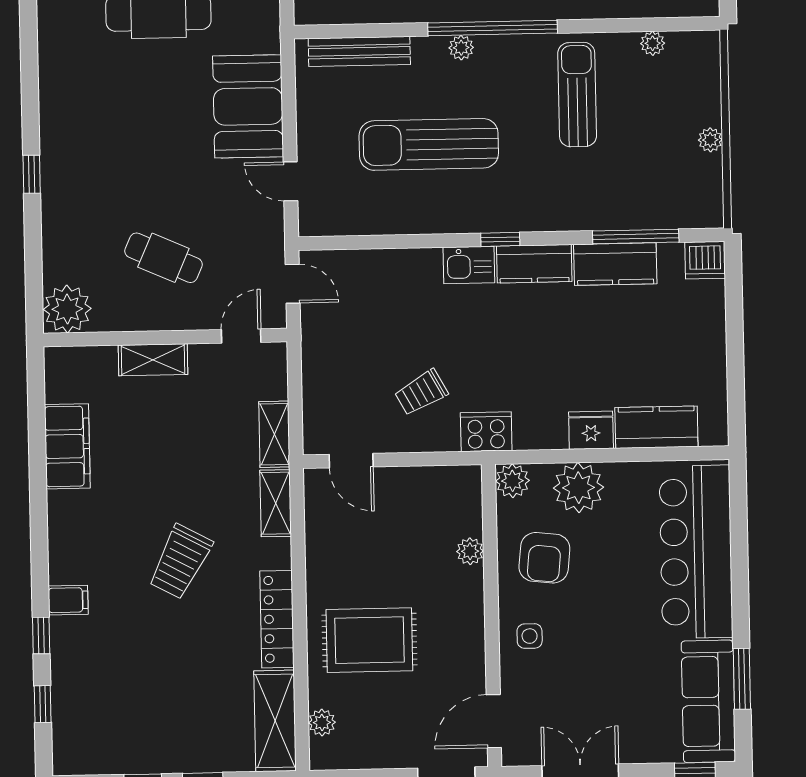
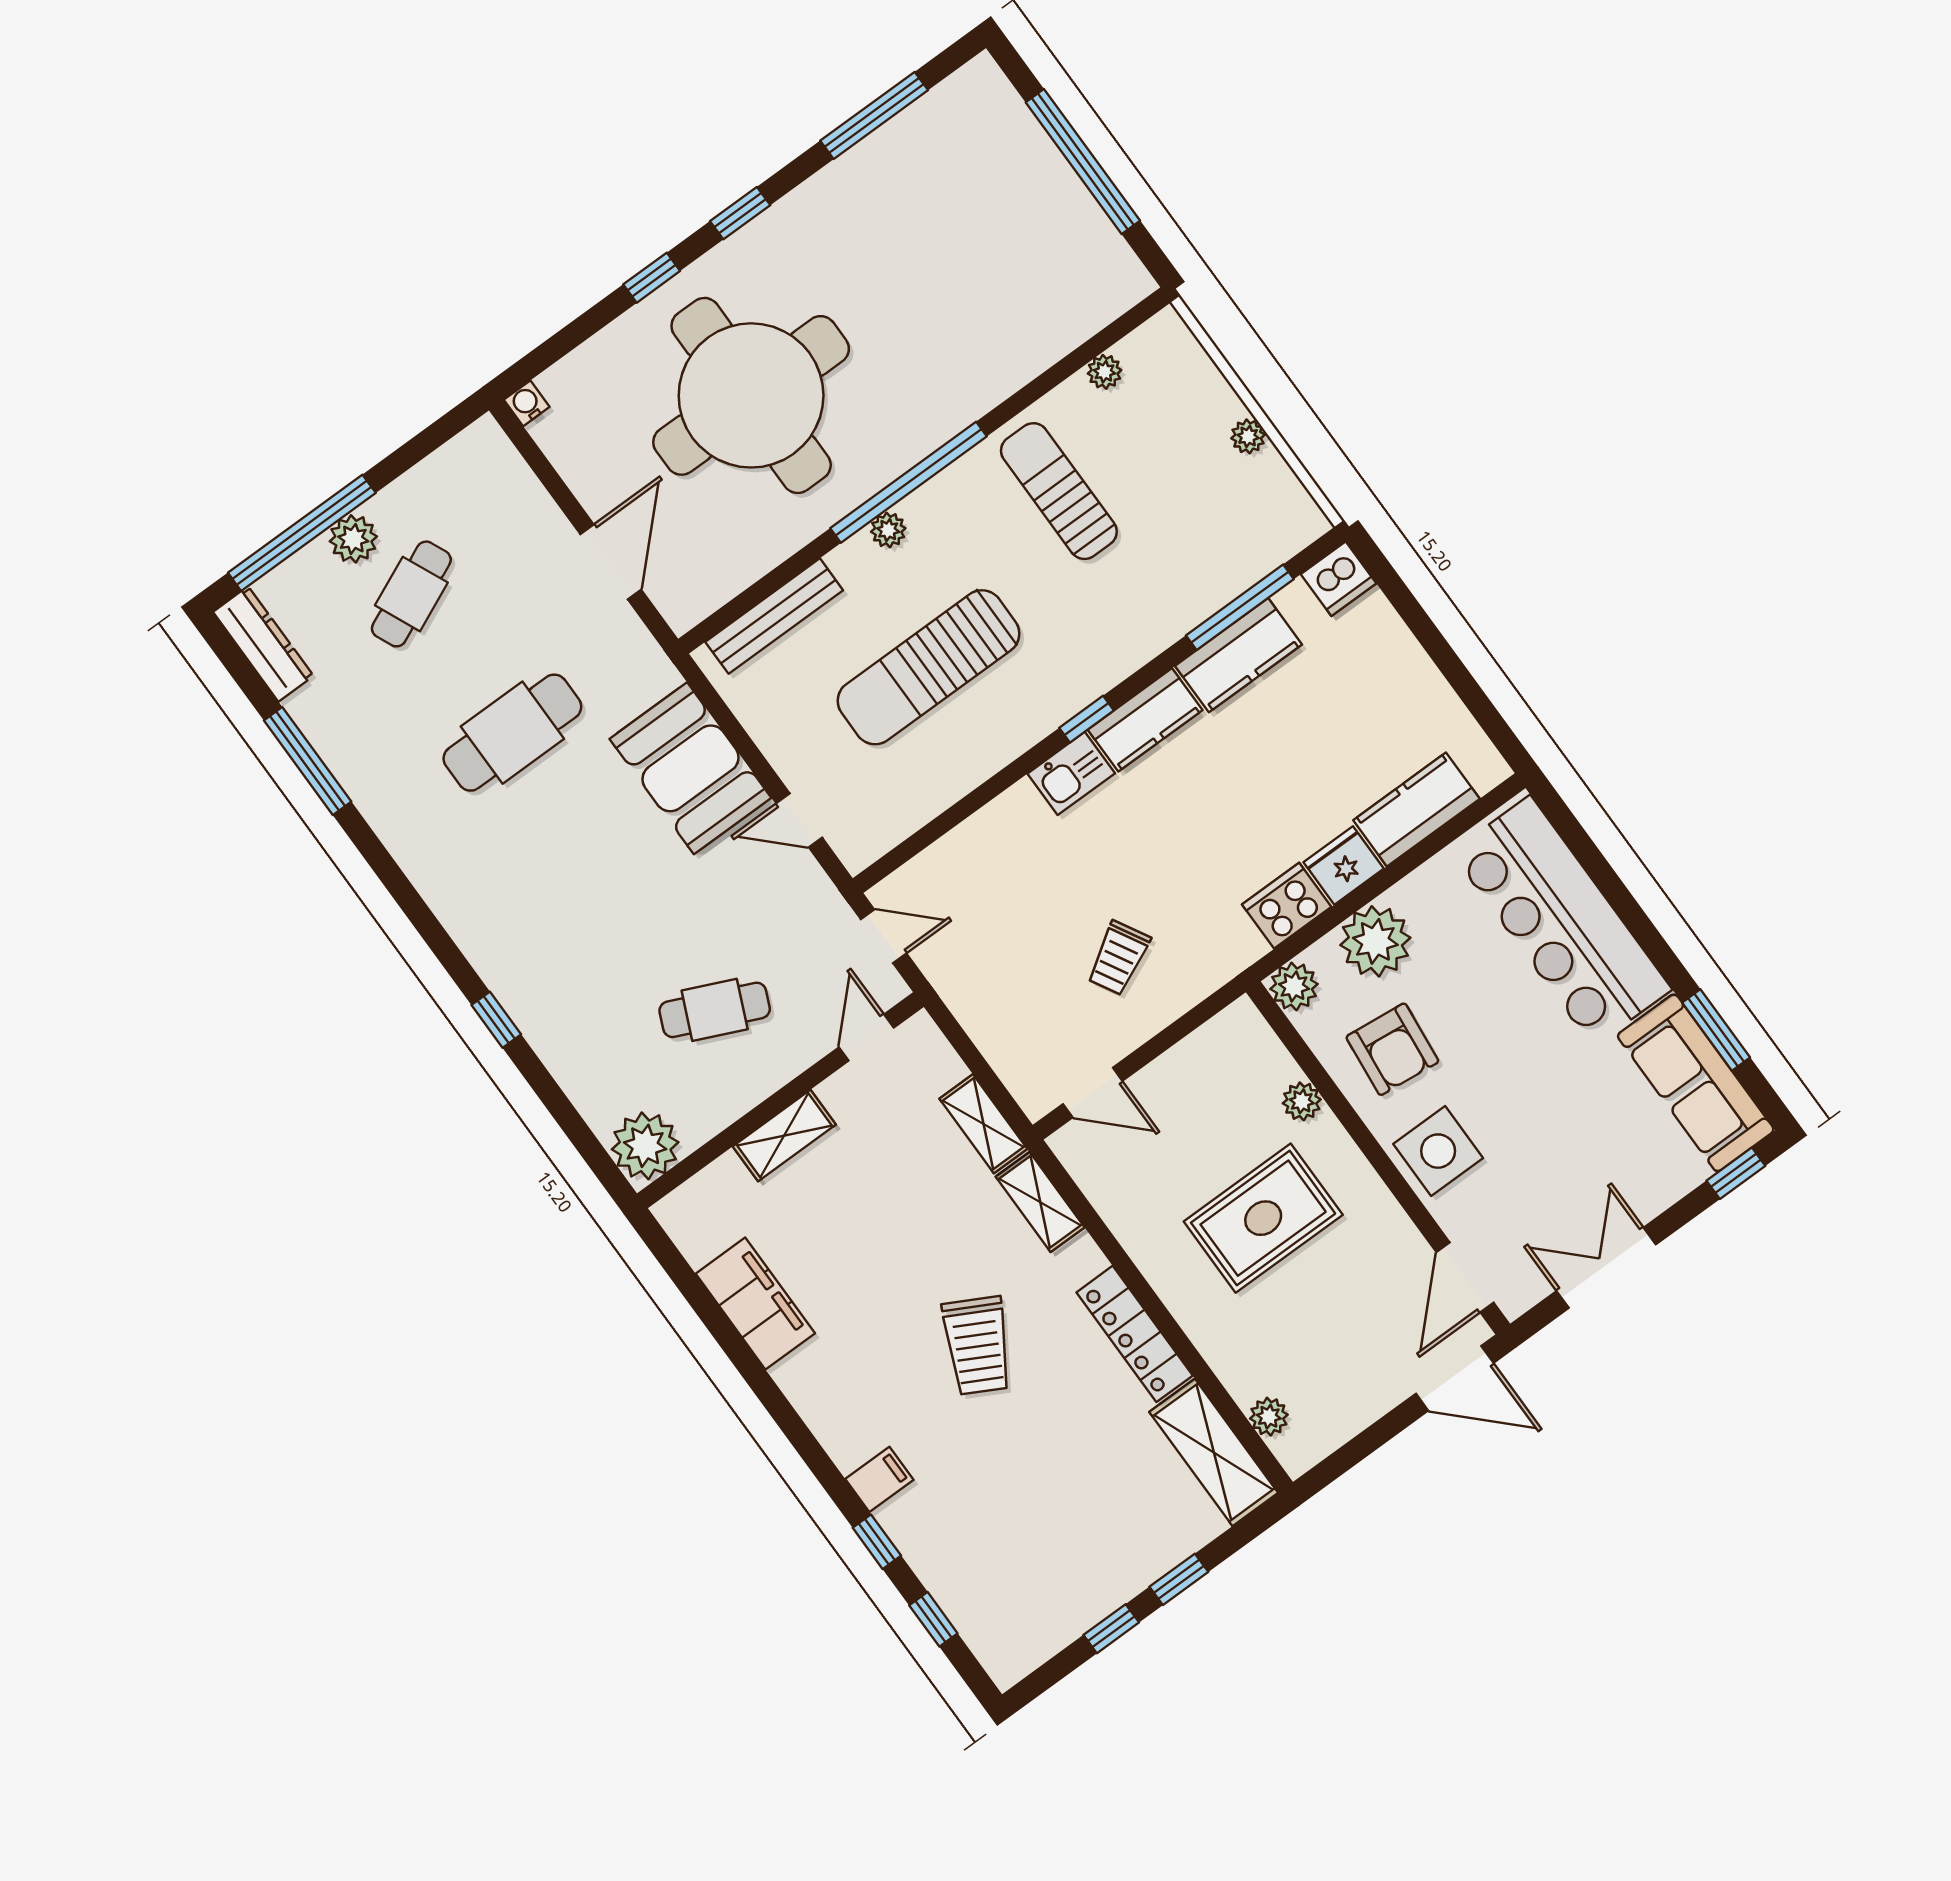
cooker: (486, 432) -> (1287, 906), moved
side table: (530, 636) -> (1438, 1151), width x1.87, depth x1.87
rug: (369, 640) -> (1263, 1218), moved

